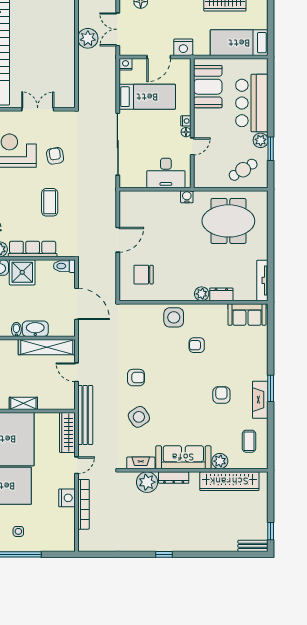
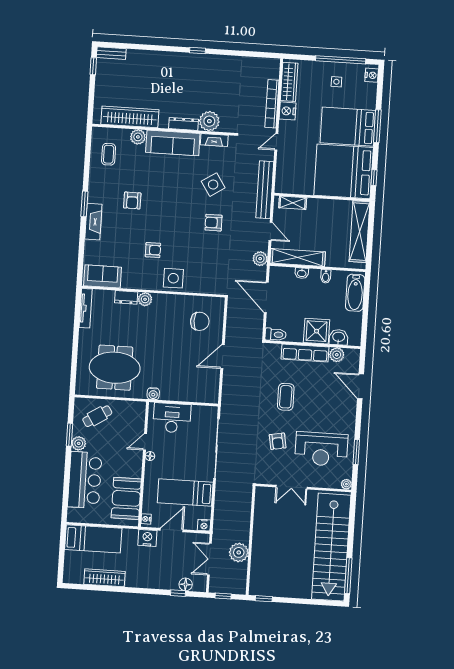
double door: (118, 29) -> (209, 559), swing flipped
nightstand: (186, 121) -> (146, 519), moved
washbasin: (35, 329) -> (302, 273), width x0.52, depth x0.69
plant: (85, 343) -> (260, 259), added
fireplace: (260, 400) -> (93, 222), moved
shelving: (23, 403) -> (293, 203), moved
wardrobe: (67, 432) -> (289, 82), moved

